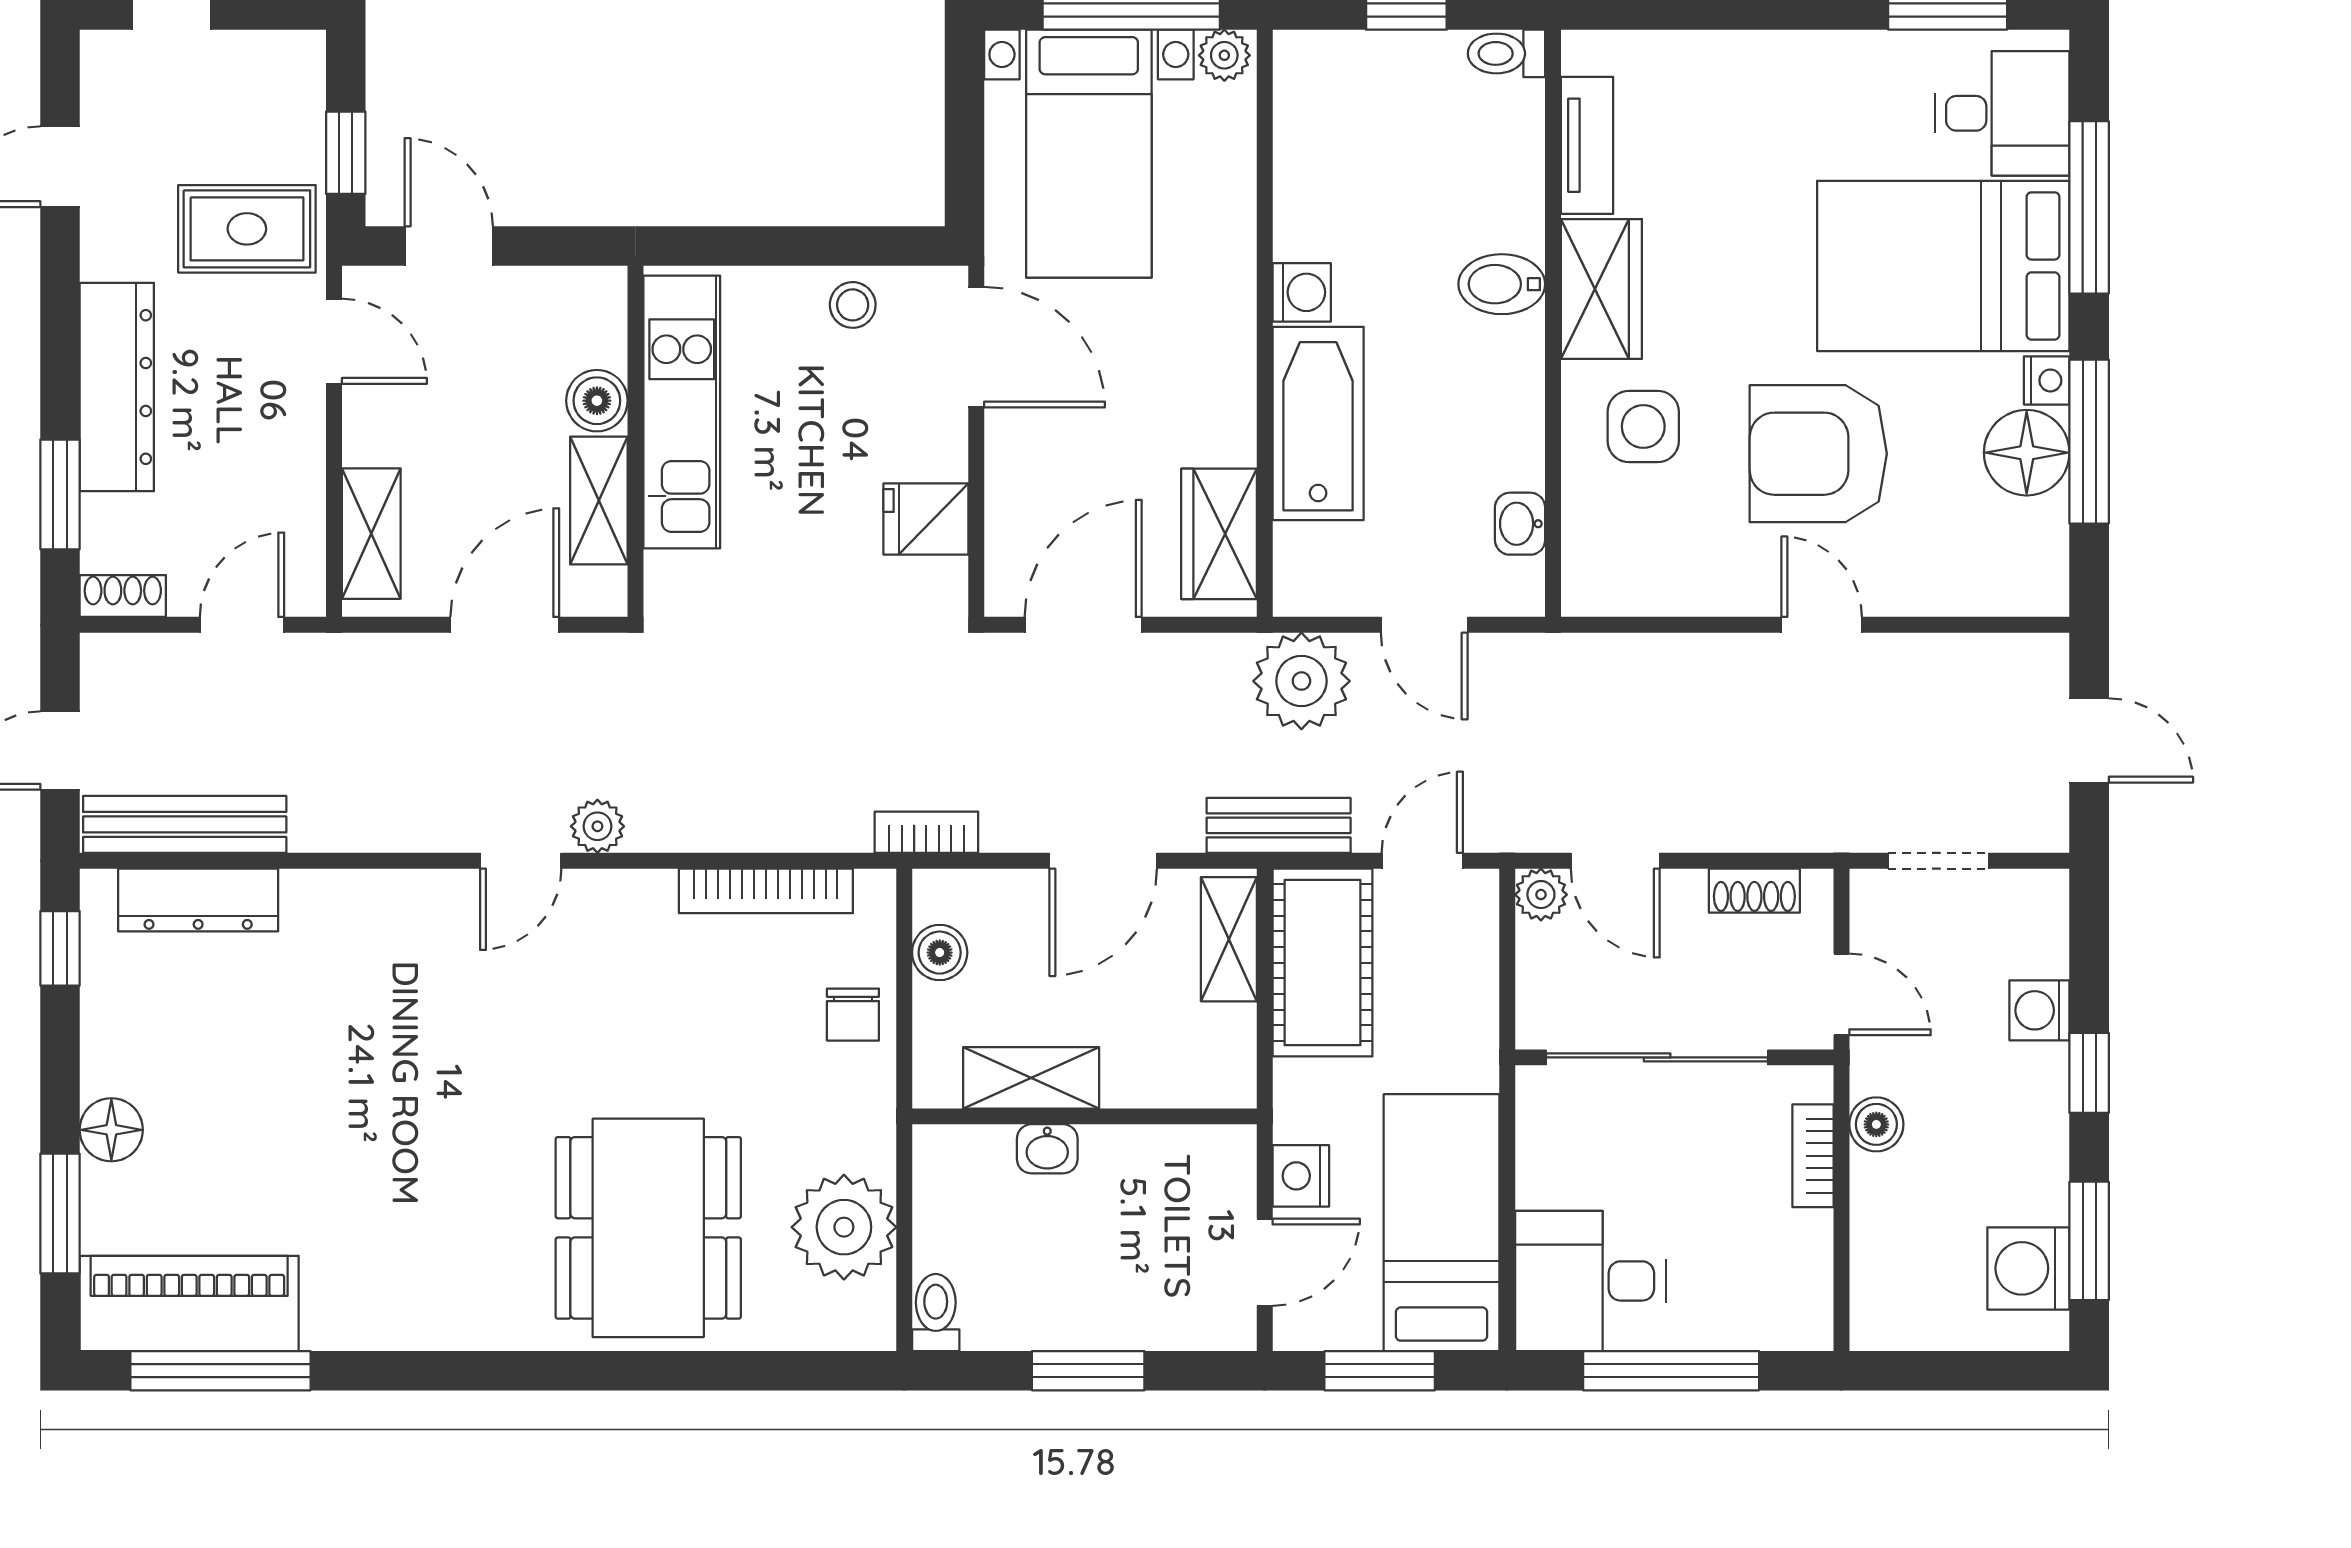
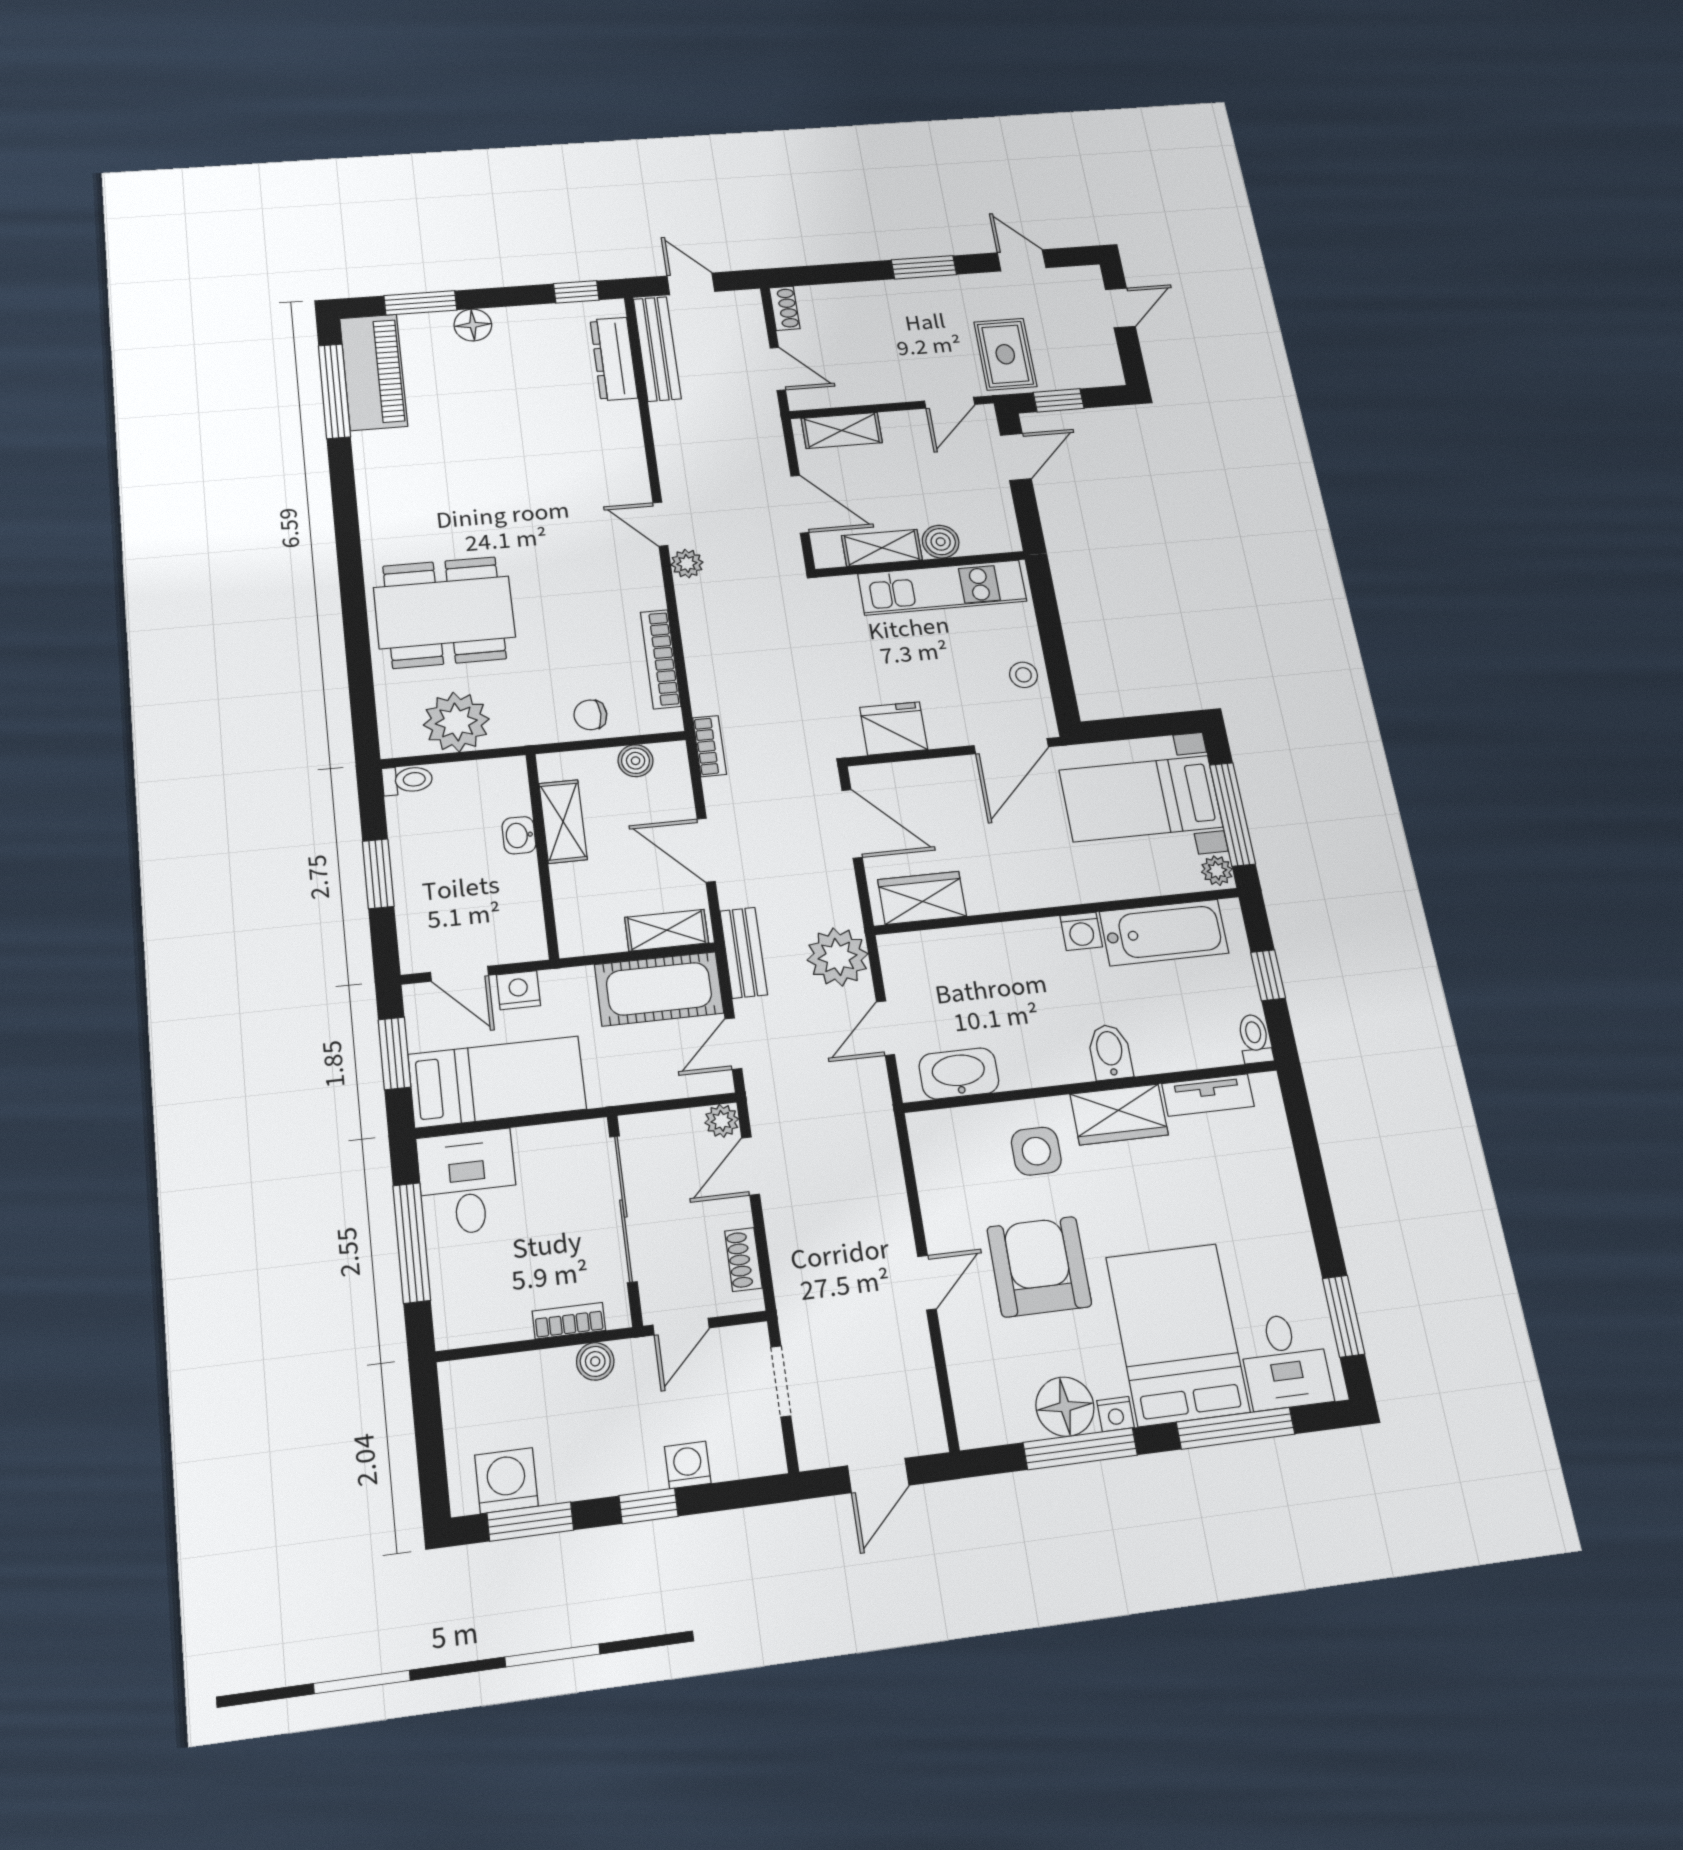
dresser: (117, 387) -> (903, 297), removed
bathtub: (1318, 423) -> (1164, 932), moved
window: (60, 494) -> (924, 267), moved
fridge: (926, 519) -> (894, 728), width x1.38
washbasin: (1520, 524) -> (959, 1073), width x1.91, depth x1.45
door: (1422, 861) -> (733, 1044), swing flipped

